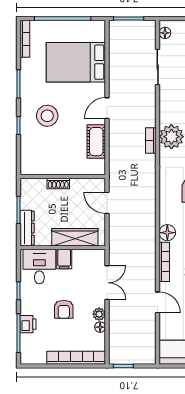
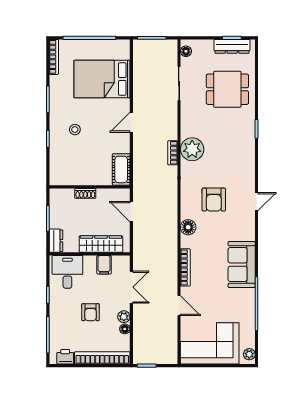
stool: (47, 116) -> (75, 130), width x0.53, depth x0.53
cot: (96, 142) -> (121, 169), moved
dresser: (27, 228) -> (56, 241), width x0.70
floor lamp: (167, 233) -> (188, 227), moved
filing cabinet: (64, 259) -> (104, 265), moved
printer: (28, 324) -> (65, 357), moved, turned -90

